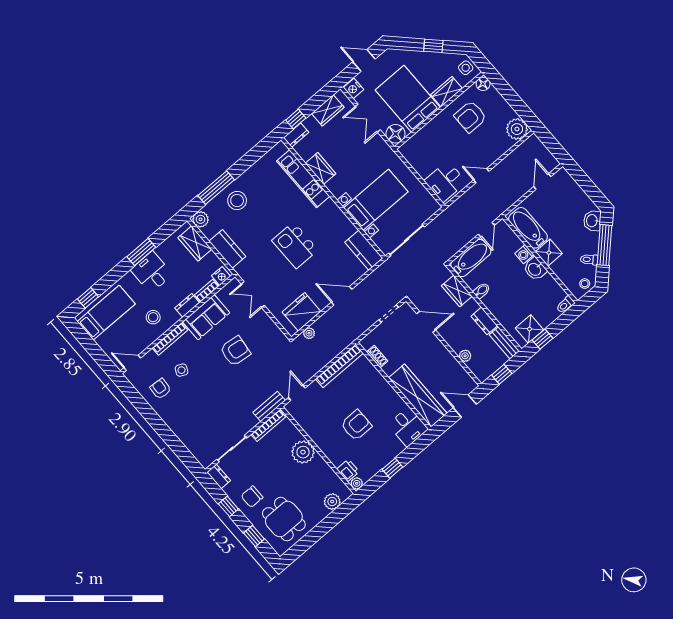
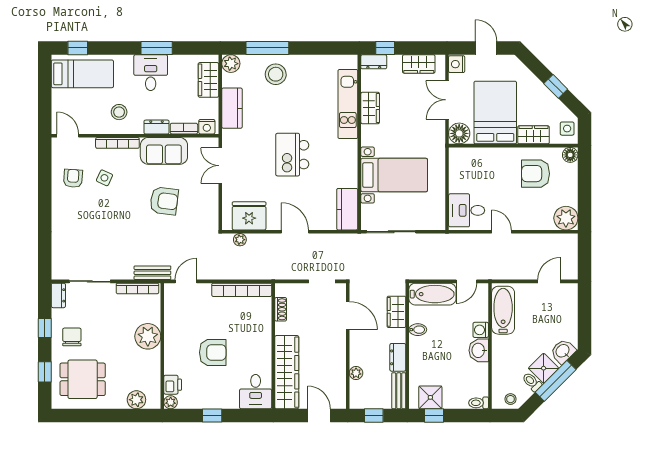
shower: (549, 253) -> (544, 368), moved, turned 45
chair: (252, 497) -> (72, 337), turned 90
dining table: (284, 519) -> (83, 379), turned 90

